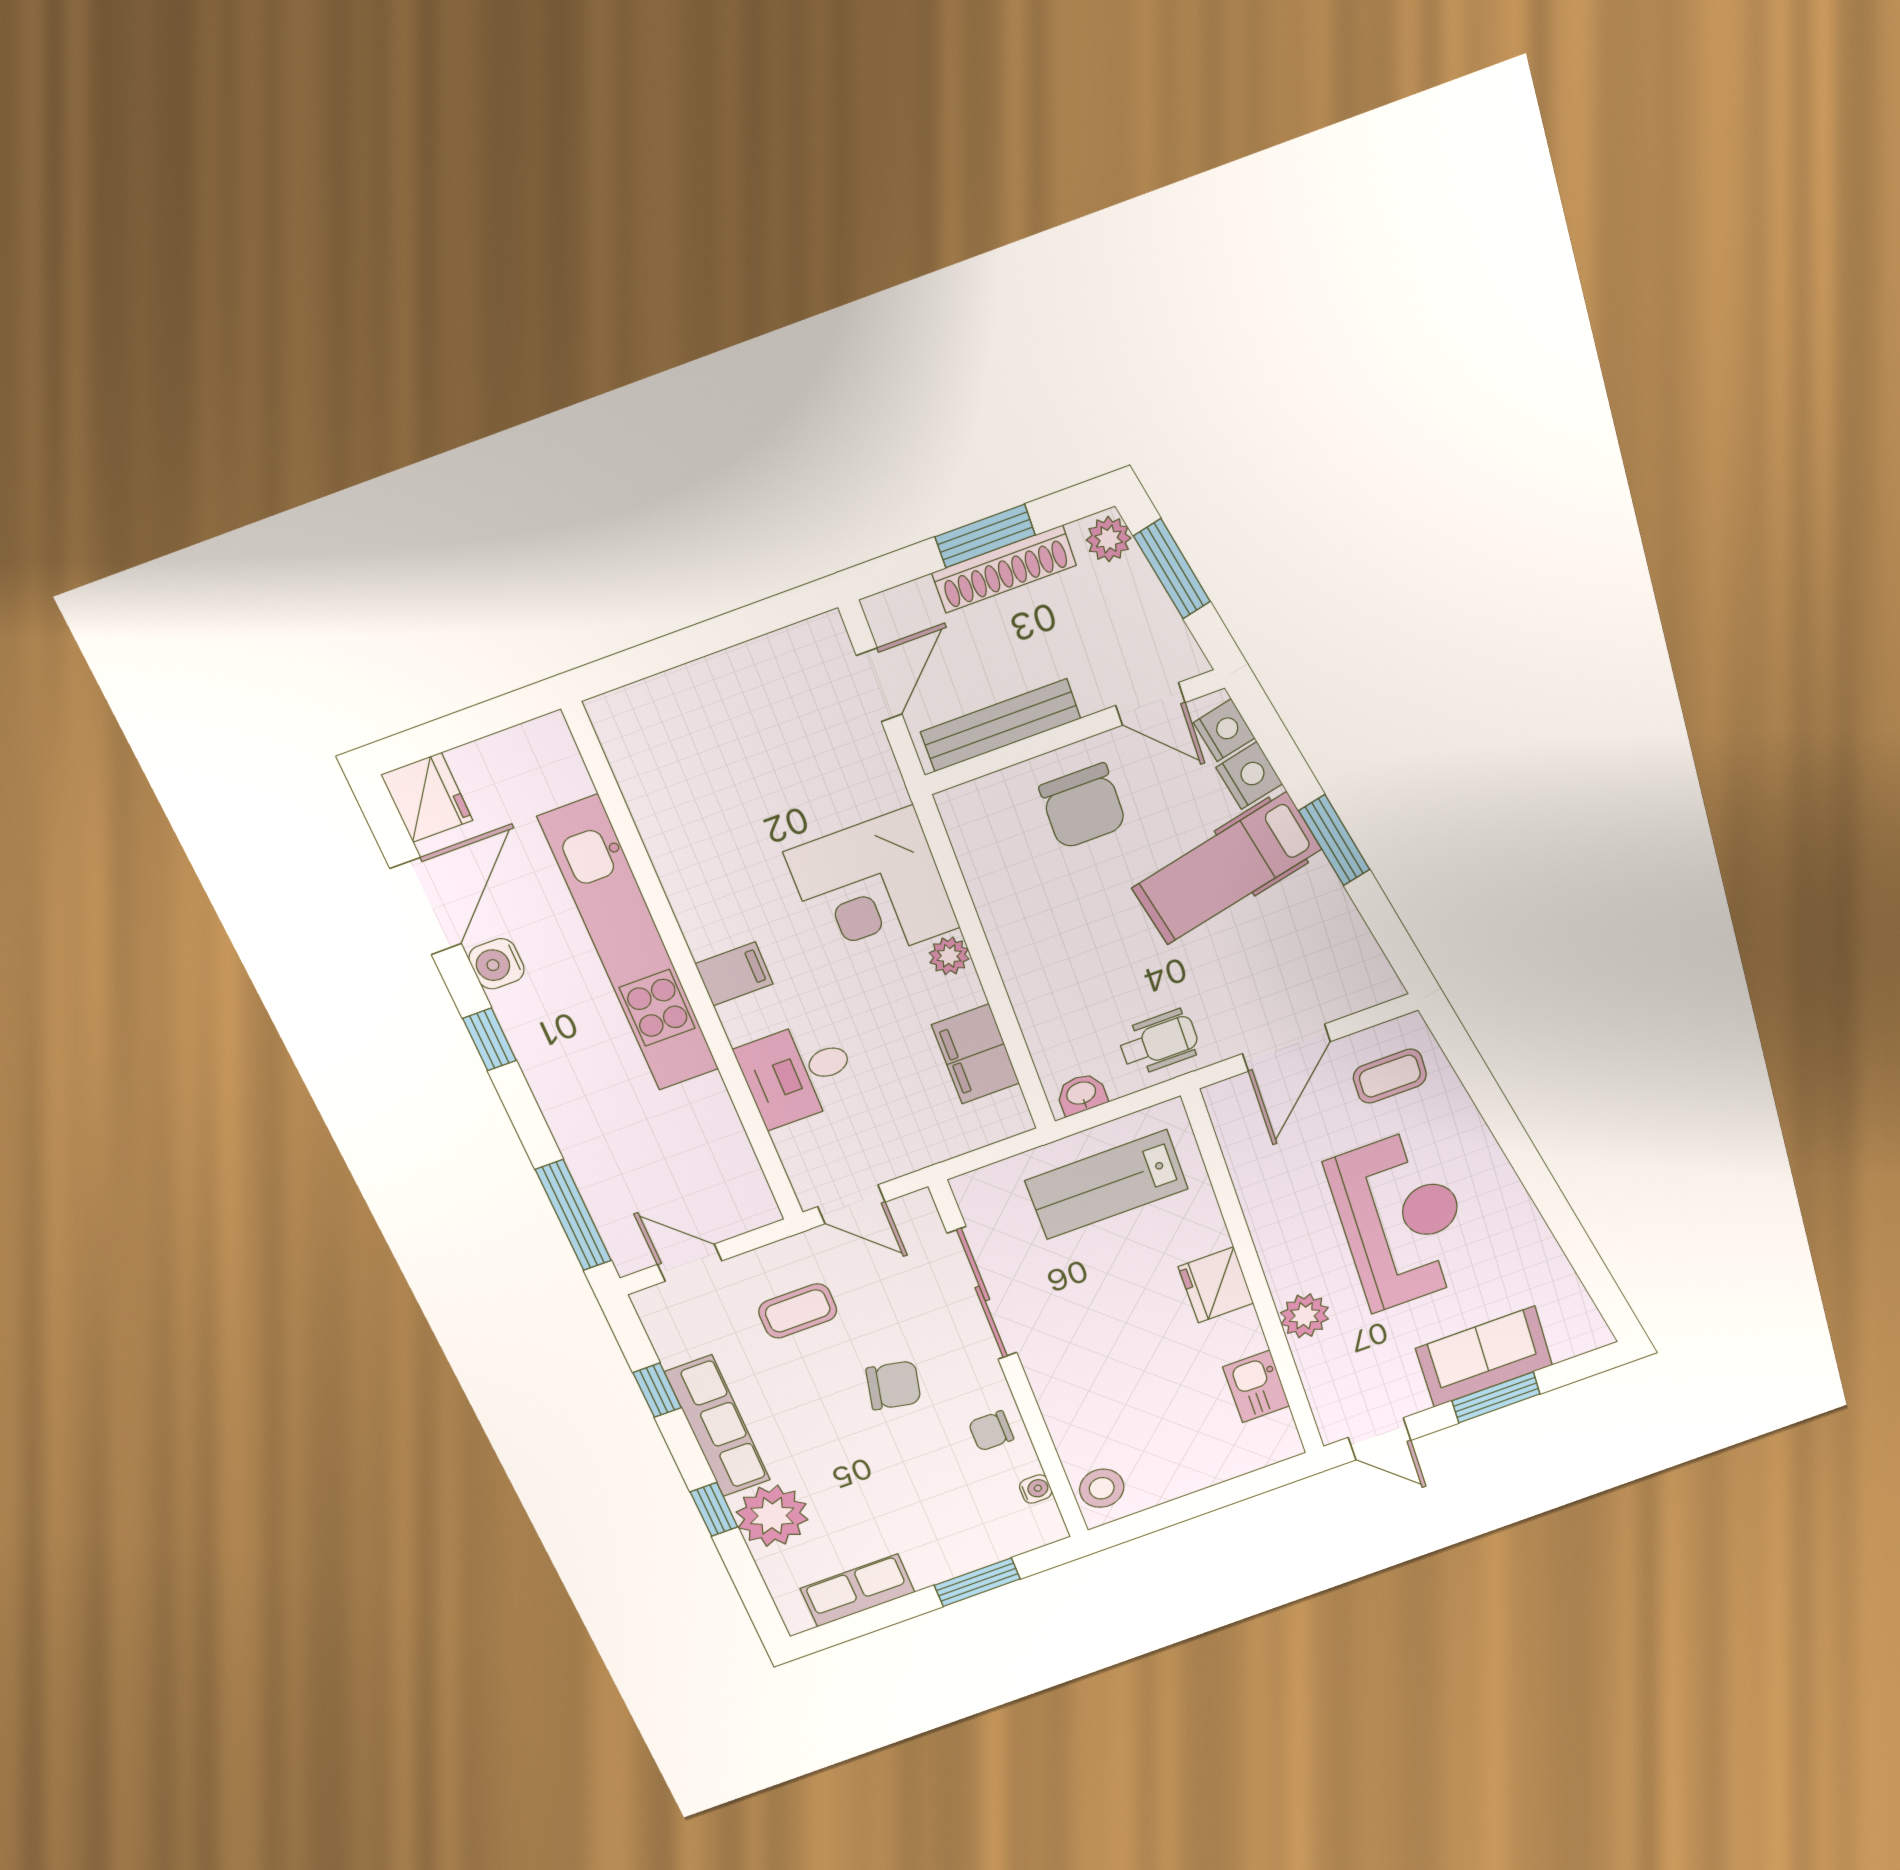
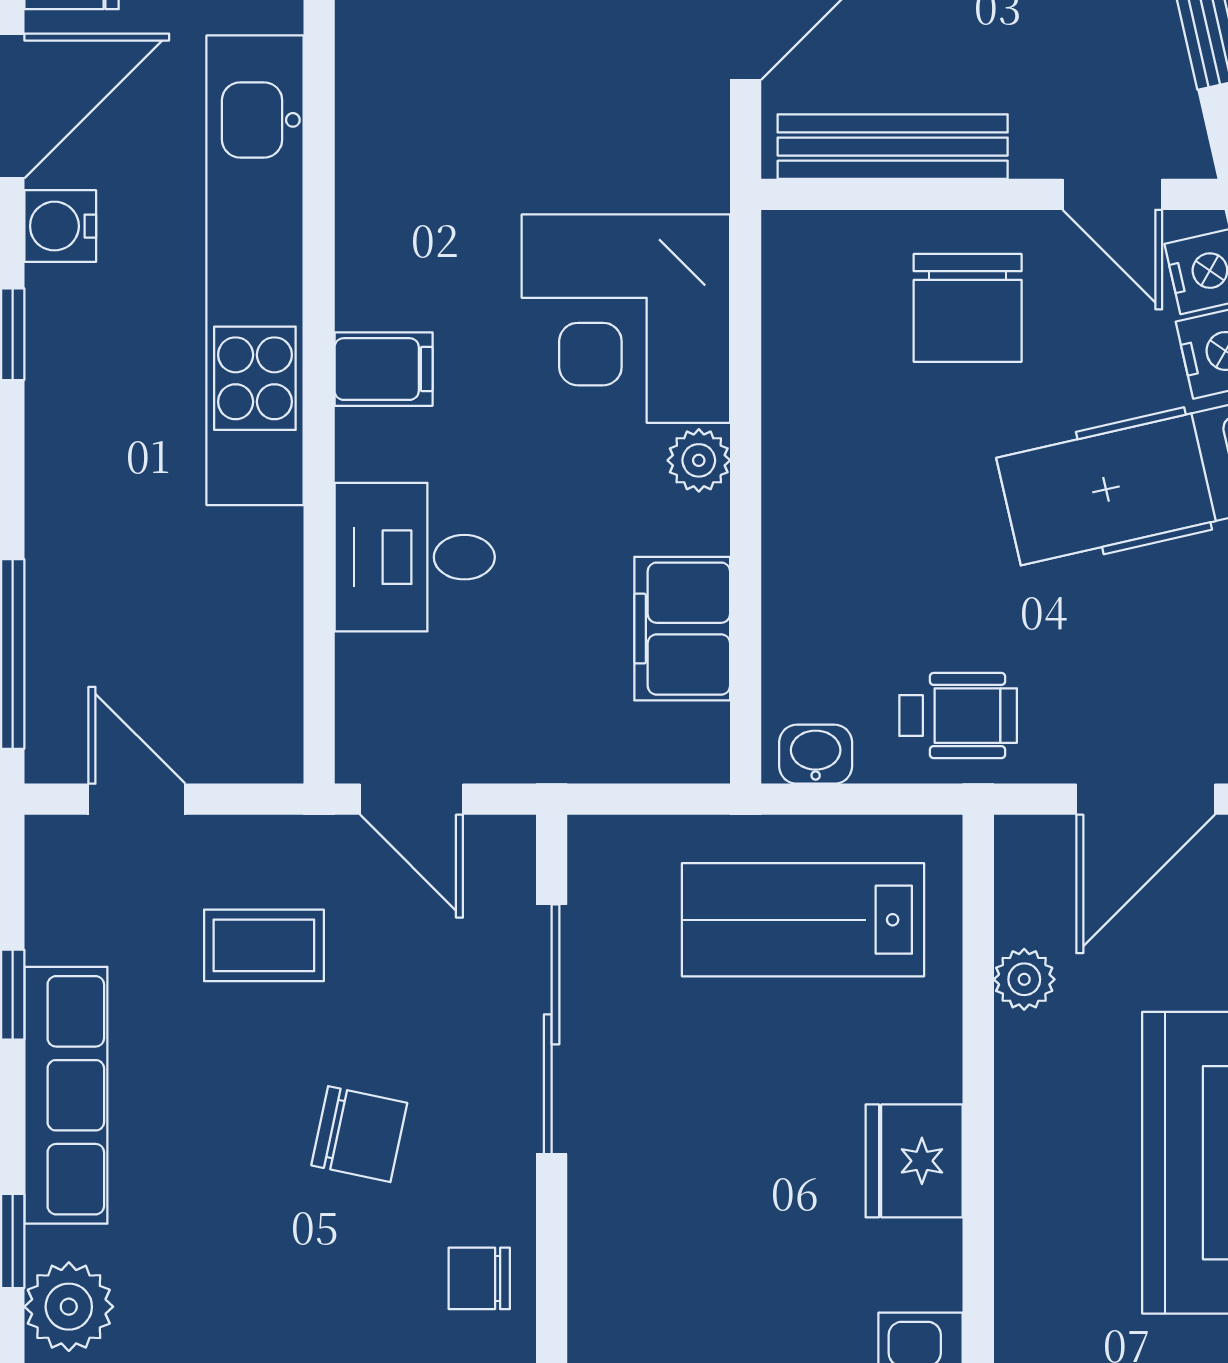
plant: (1305, 1316) -> (1024, 979), moved, width x0.73, depth x0.73
plant: (772, 1516) -> (69, 1307), width x0.73, depth x0.73

